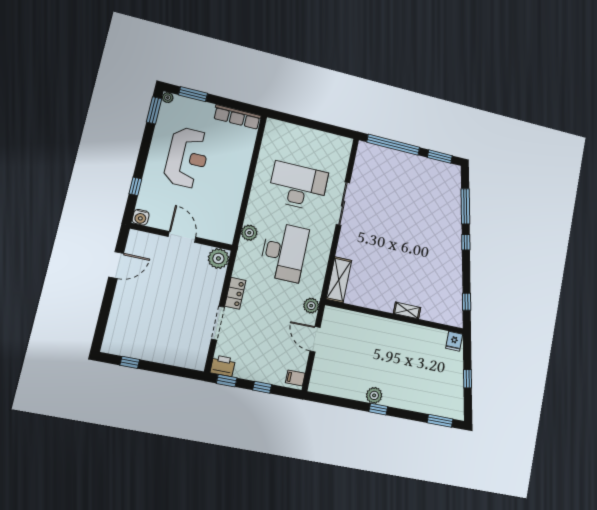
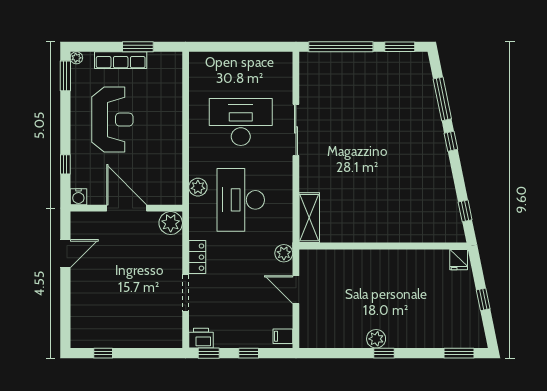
window: (193, 94) -> (138, 47), moved
row of seats: (237, 117) -> (121, 60), moved
door: (182, 237) -> (127, 208), width x1.36
desk: (284, 252) -> (241, 200), turned 180
shelving: (407, 310) -> (395, 236), removed

